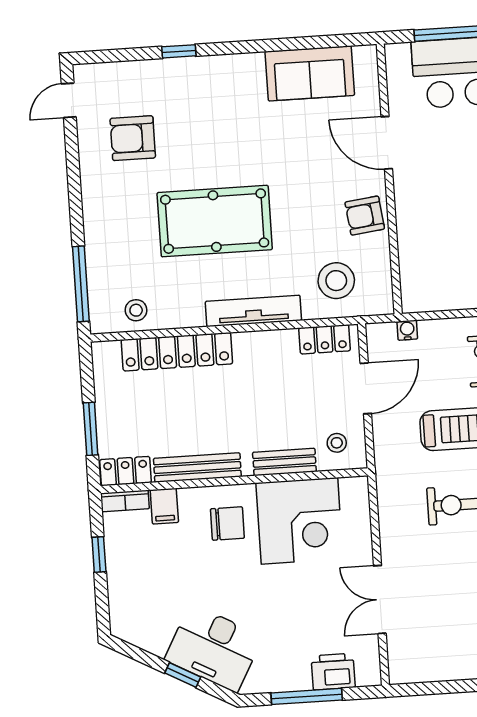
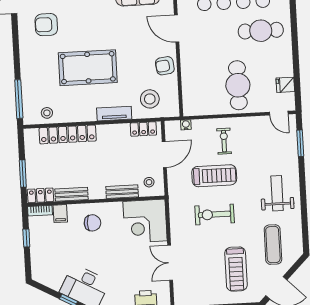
tv unit: (253, 311) -> (114, 114), width x0.71
bench: (197, 468) -> (71, 194), width x0.73
corner desk: (299, 521) -> (145, 221), moved, turned 90

